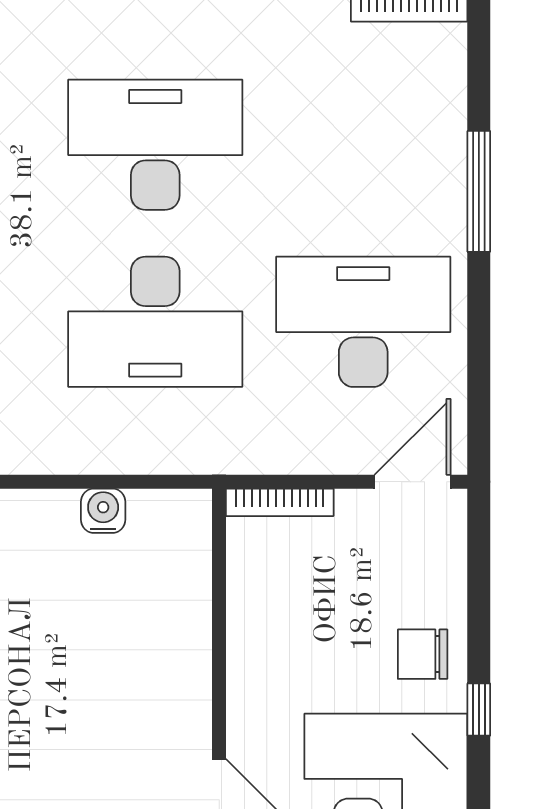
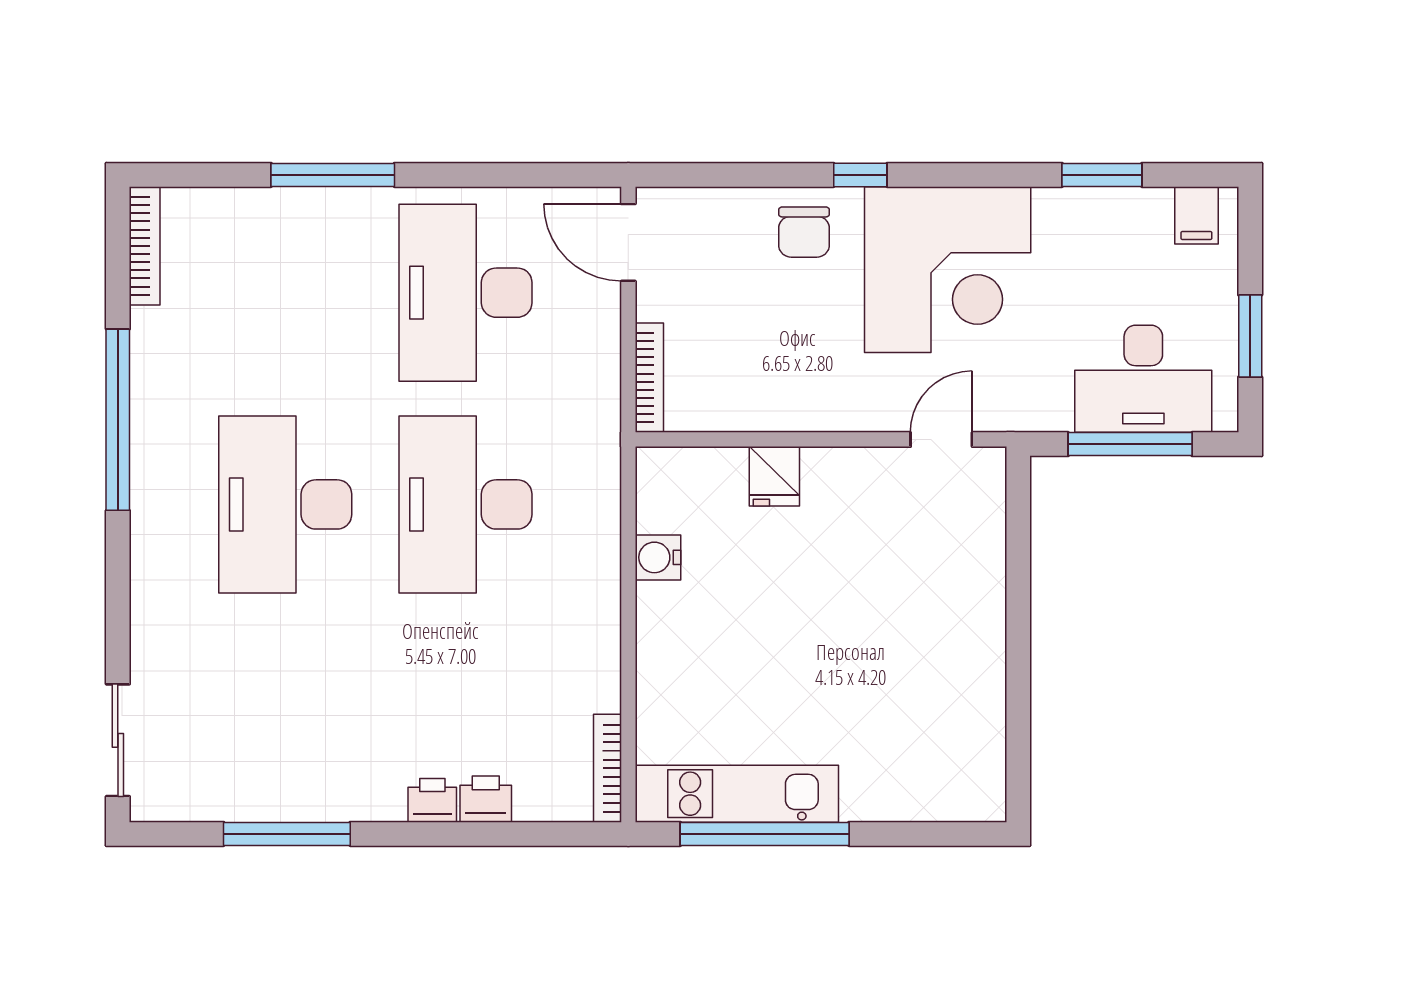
desk: (155, 322) -> (466, 504), turned 180
fridge: (183, 625) -> (774, 476), added

